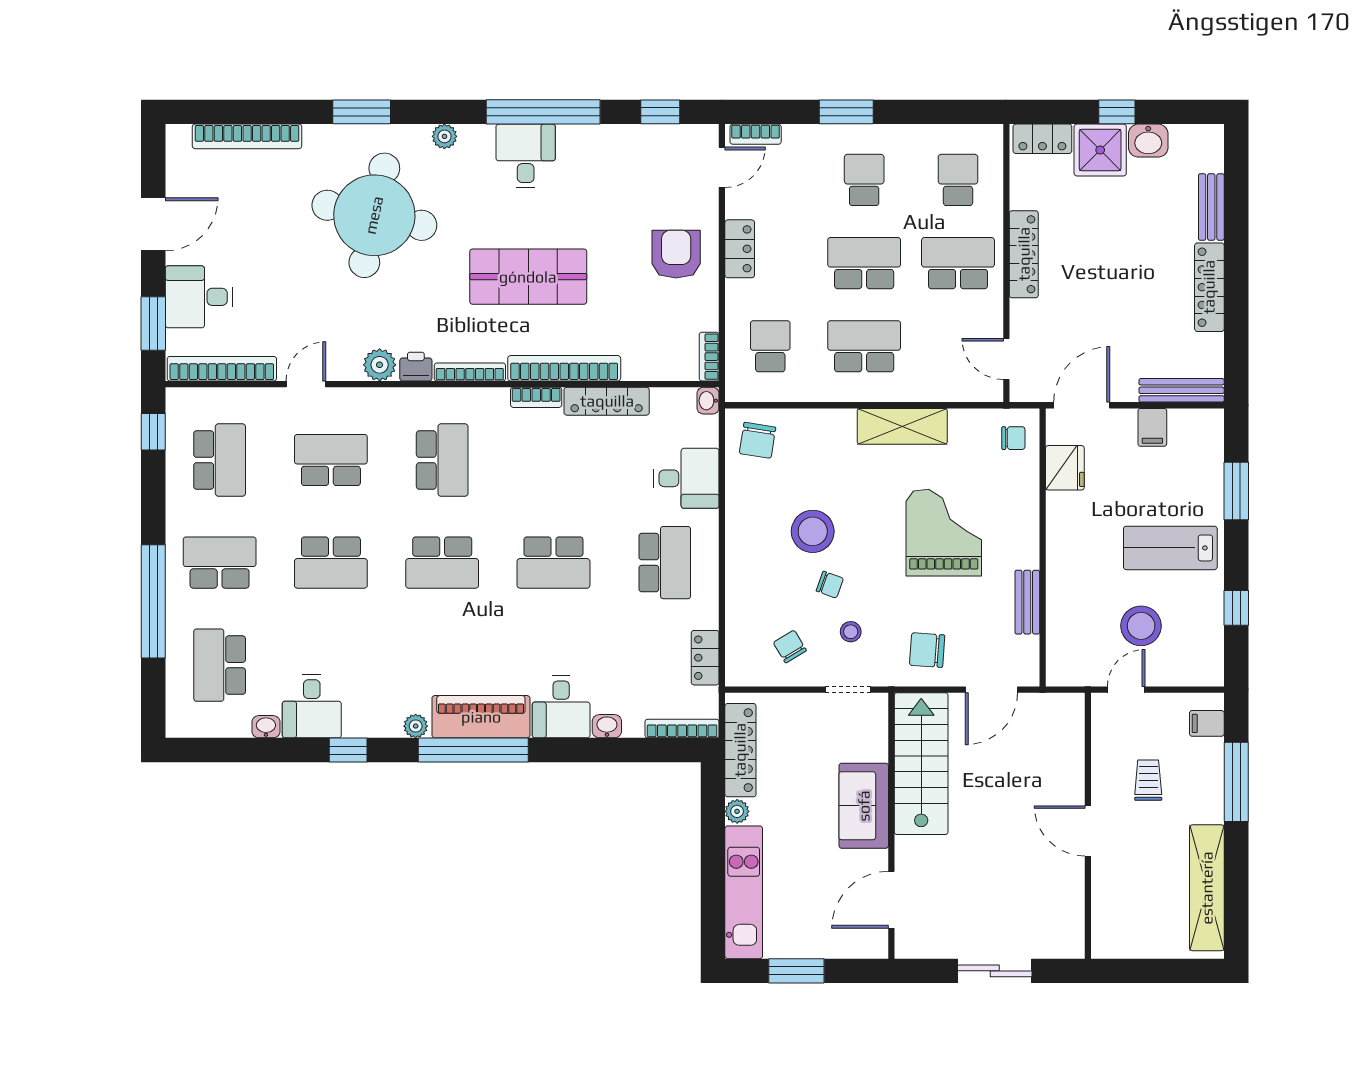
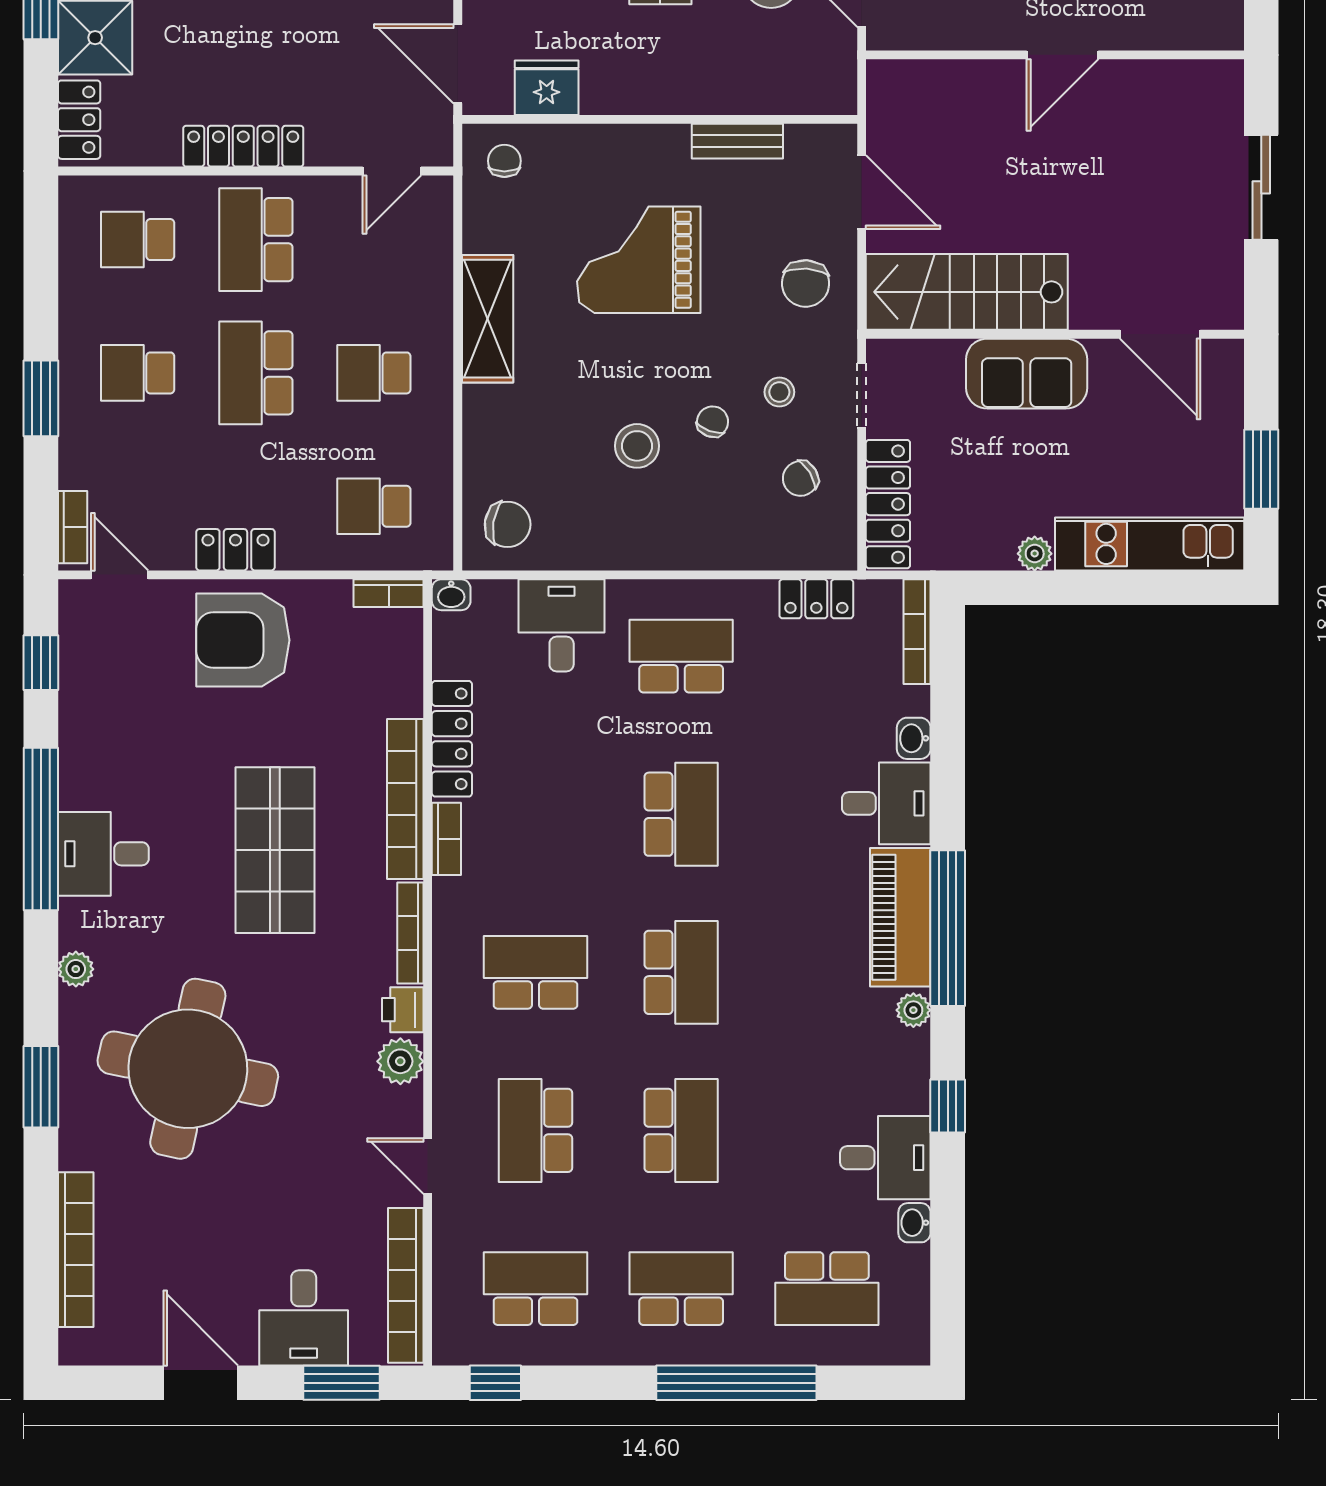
armchair: (676, 254) -> (243, 640), width x1.36, depth x1.36
school desk: (864, 346) -> (374, 373), width x0.54
stool: (813, 531) -> (637, 446), width x0.73, depth x0.73
school desk: (220, 563) -> (681, 1289), turned 90
locker: (740, 750) -> (888, 504), moved, turned 90

